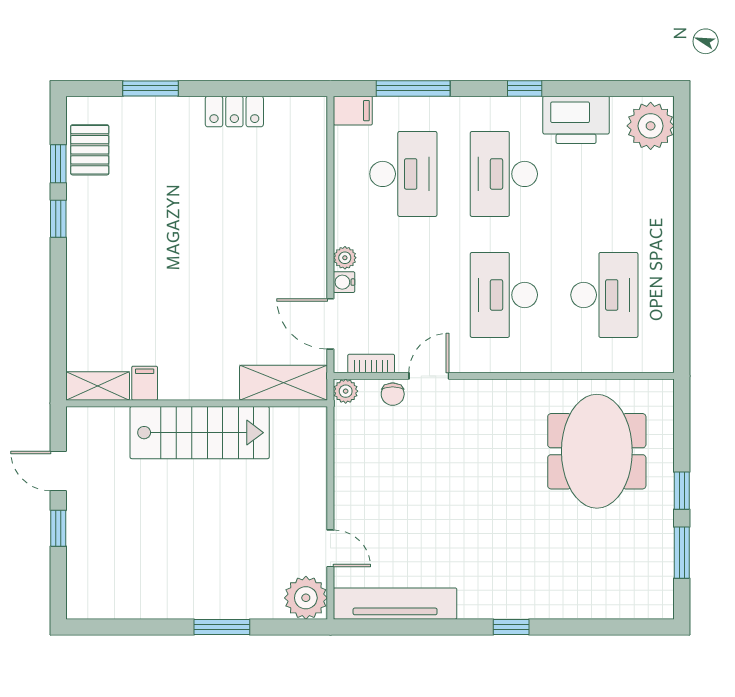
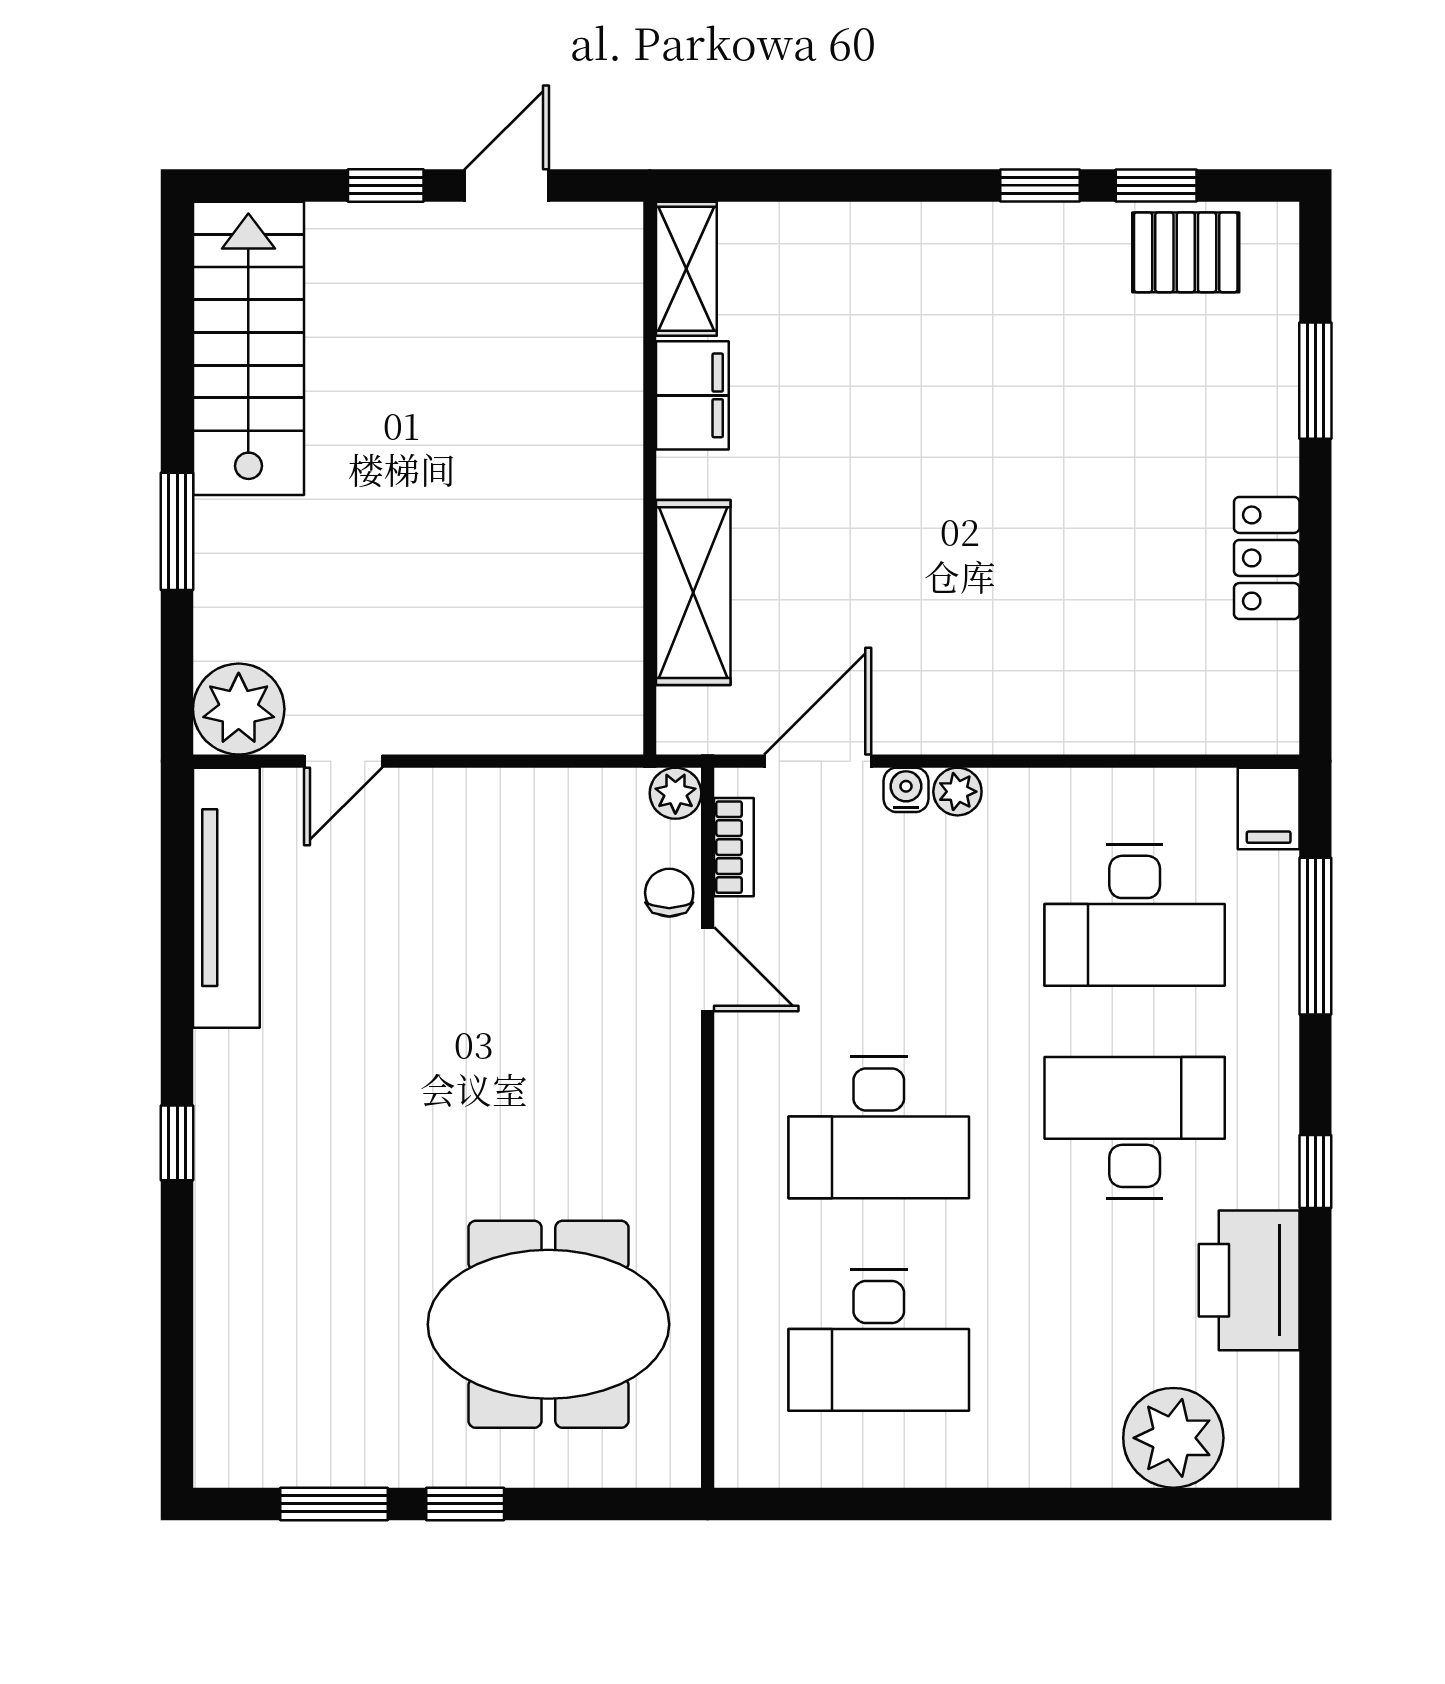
plant: (651, 126) -> (1173, 1438), moved
desk: (504, 295) -> (879, 1128), turned 180
filing cabinet: (145, 383) -> (692, 395), width x2.00
shelving: (284, 383) -> (693, 593), moved
chair: (393, 394) -> (669, 893), turned 90
stairs: (200, 433) -> (248, 348), moved, turned 180

